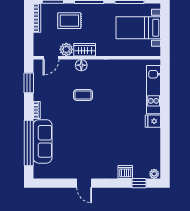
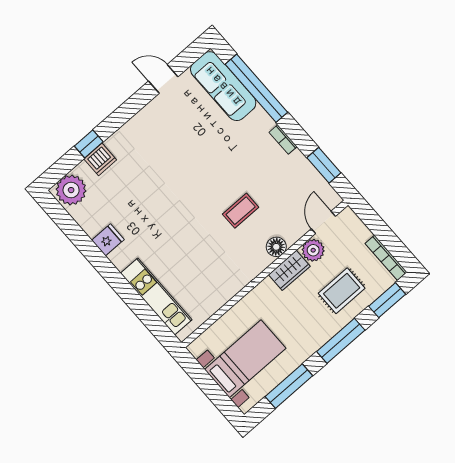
fridge: (153, 121) -> (108, 240), moved
sofa: (43, 141) -> (223, 86), moved
plant: (154, 174) -> (71, 190), width x1.88, depth x1.88
door: (84, 183) -> (163, 79), moved
window: (139, 183) -> (89, 144), moved

